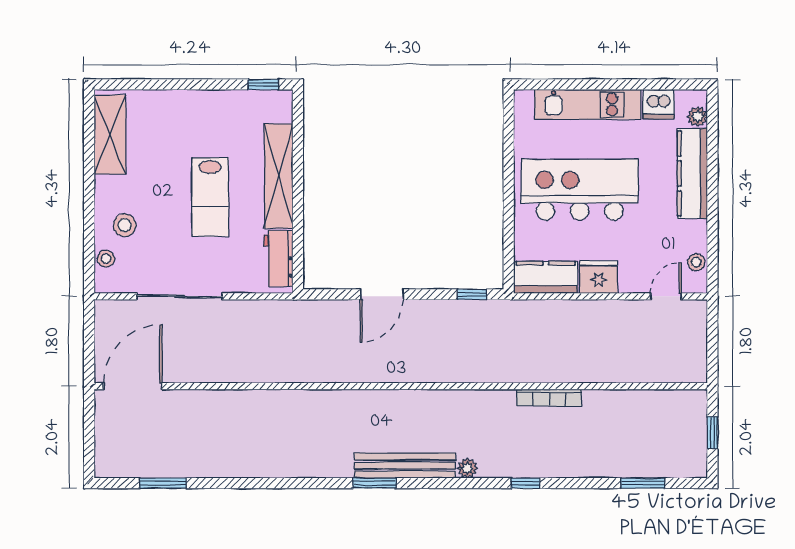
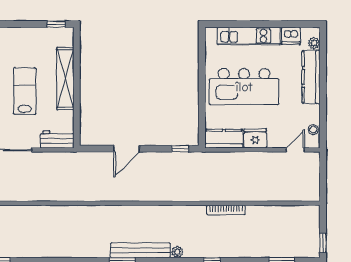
kitchen island: (580, 190) -> (244, 87), turned 180
lab bench: (210, 197) -> (25, 91), turned 180
workbench: (278, 259) -> (57, 139), moved, turned 90
window: (712, 433) -> (323, 243), moved

